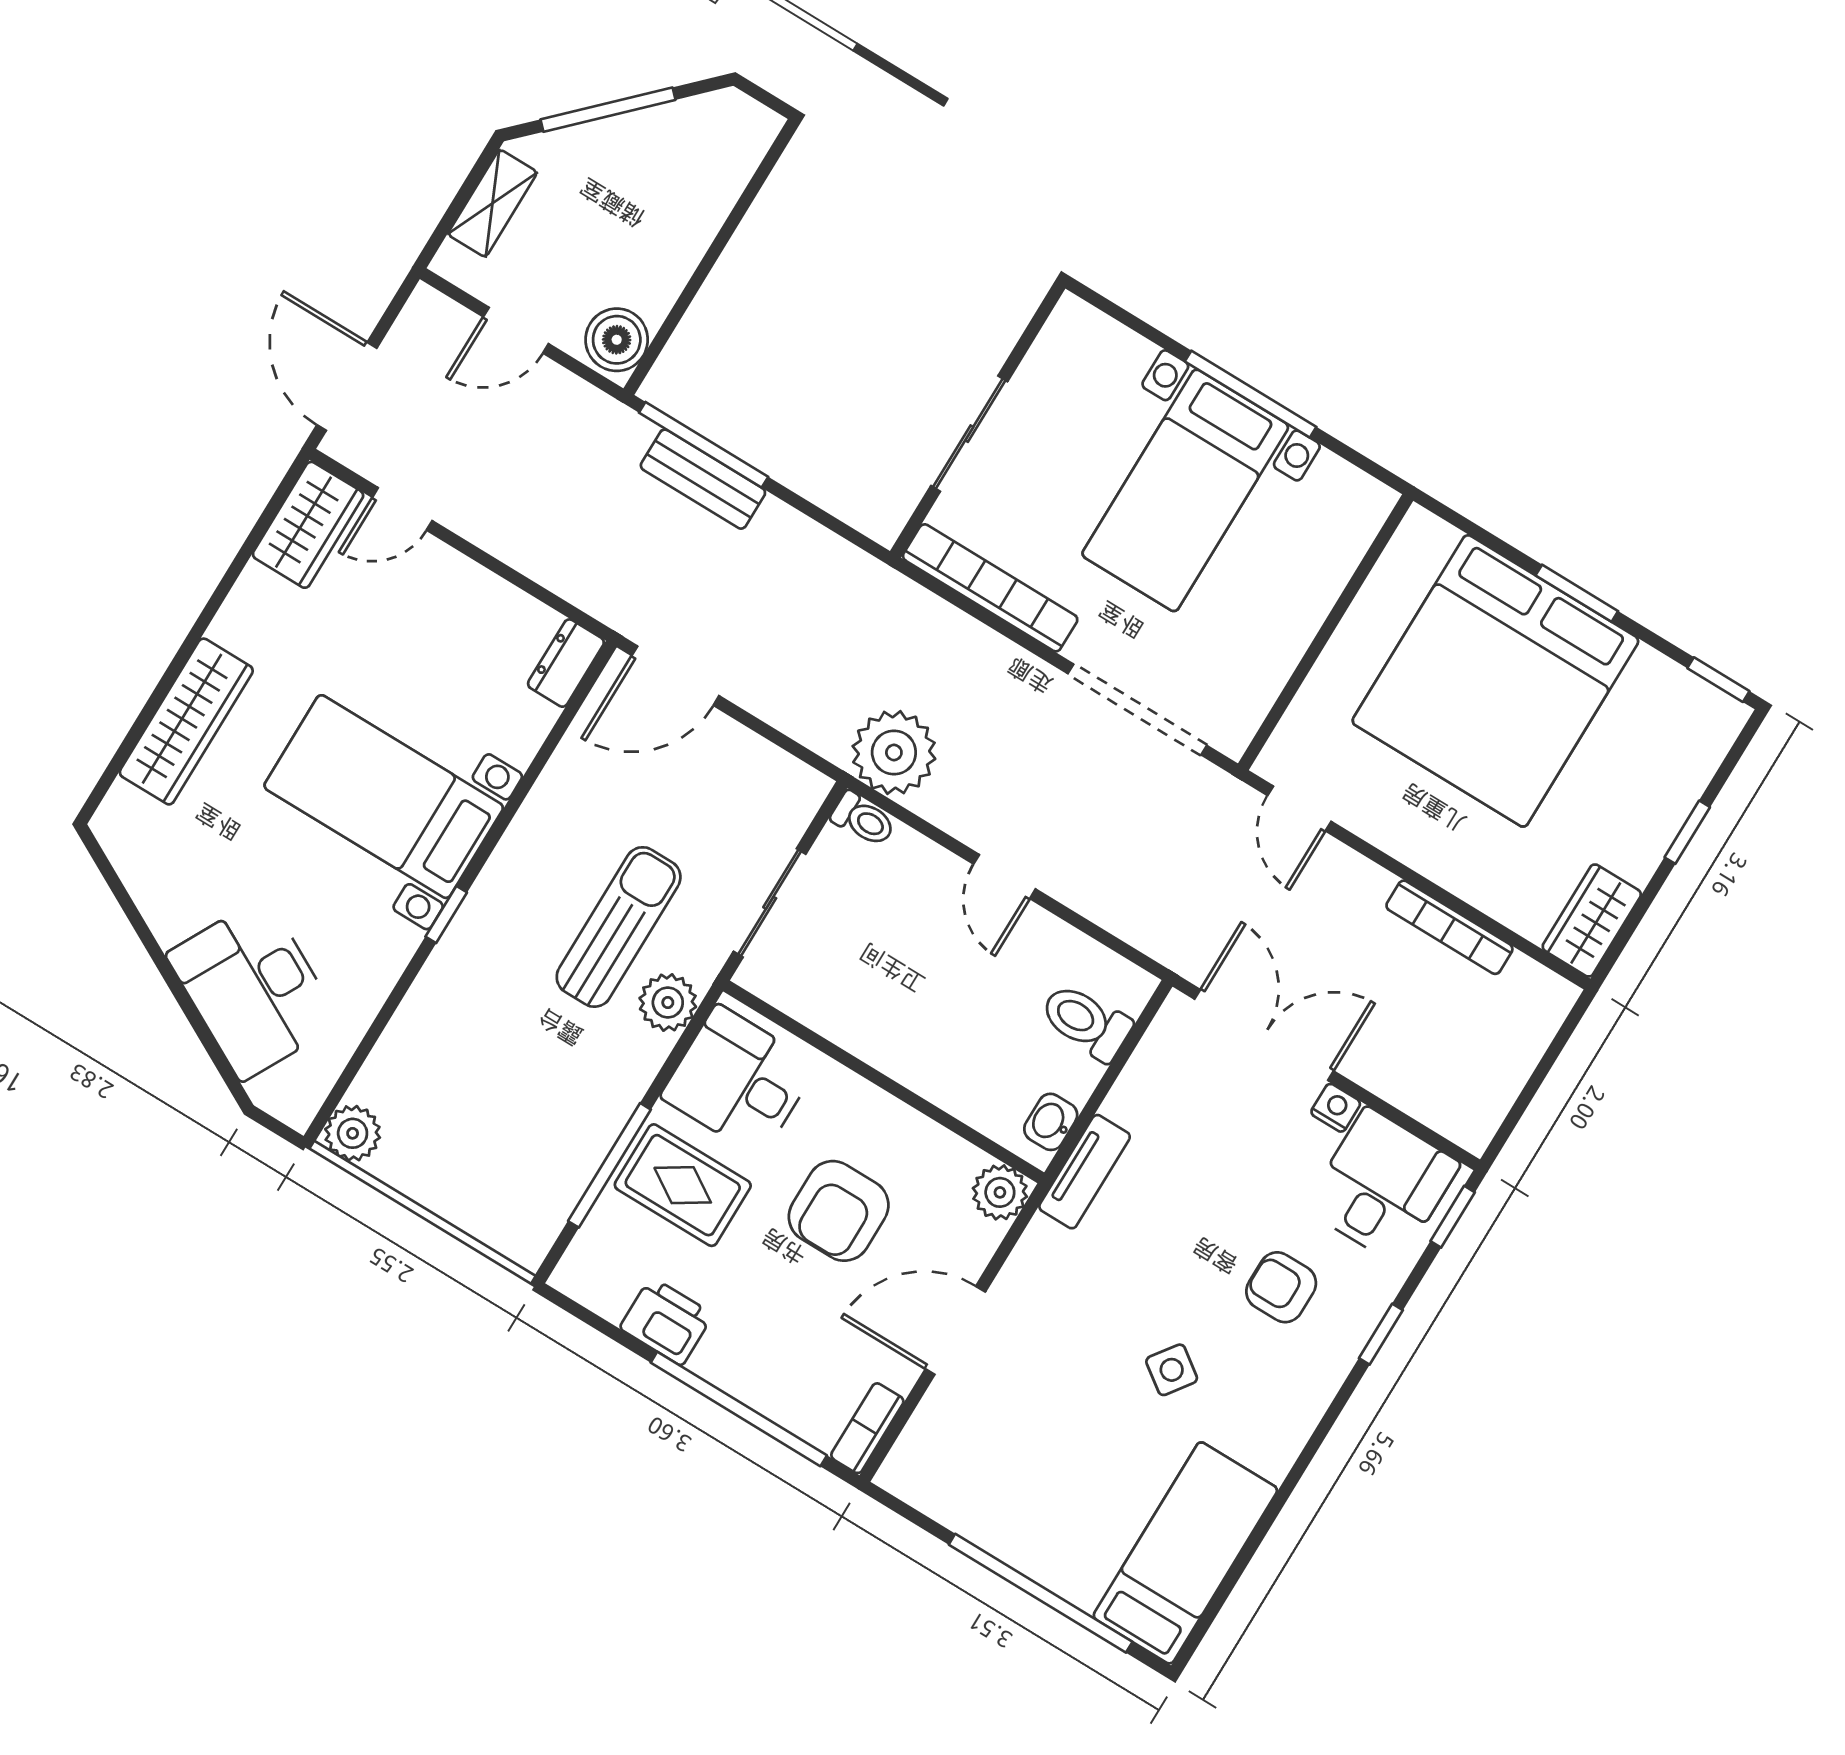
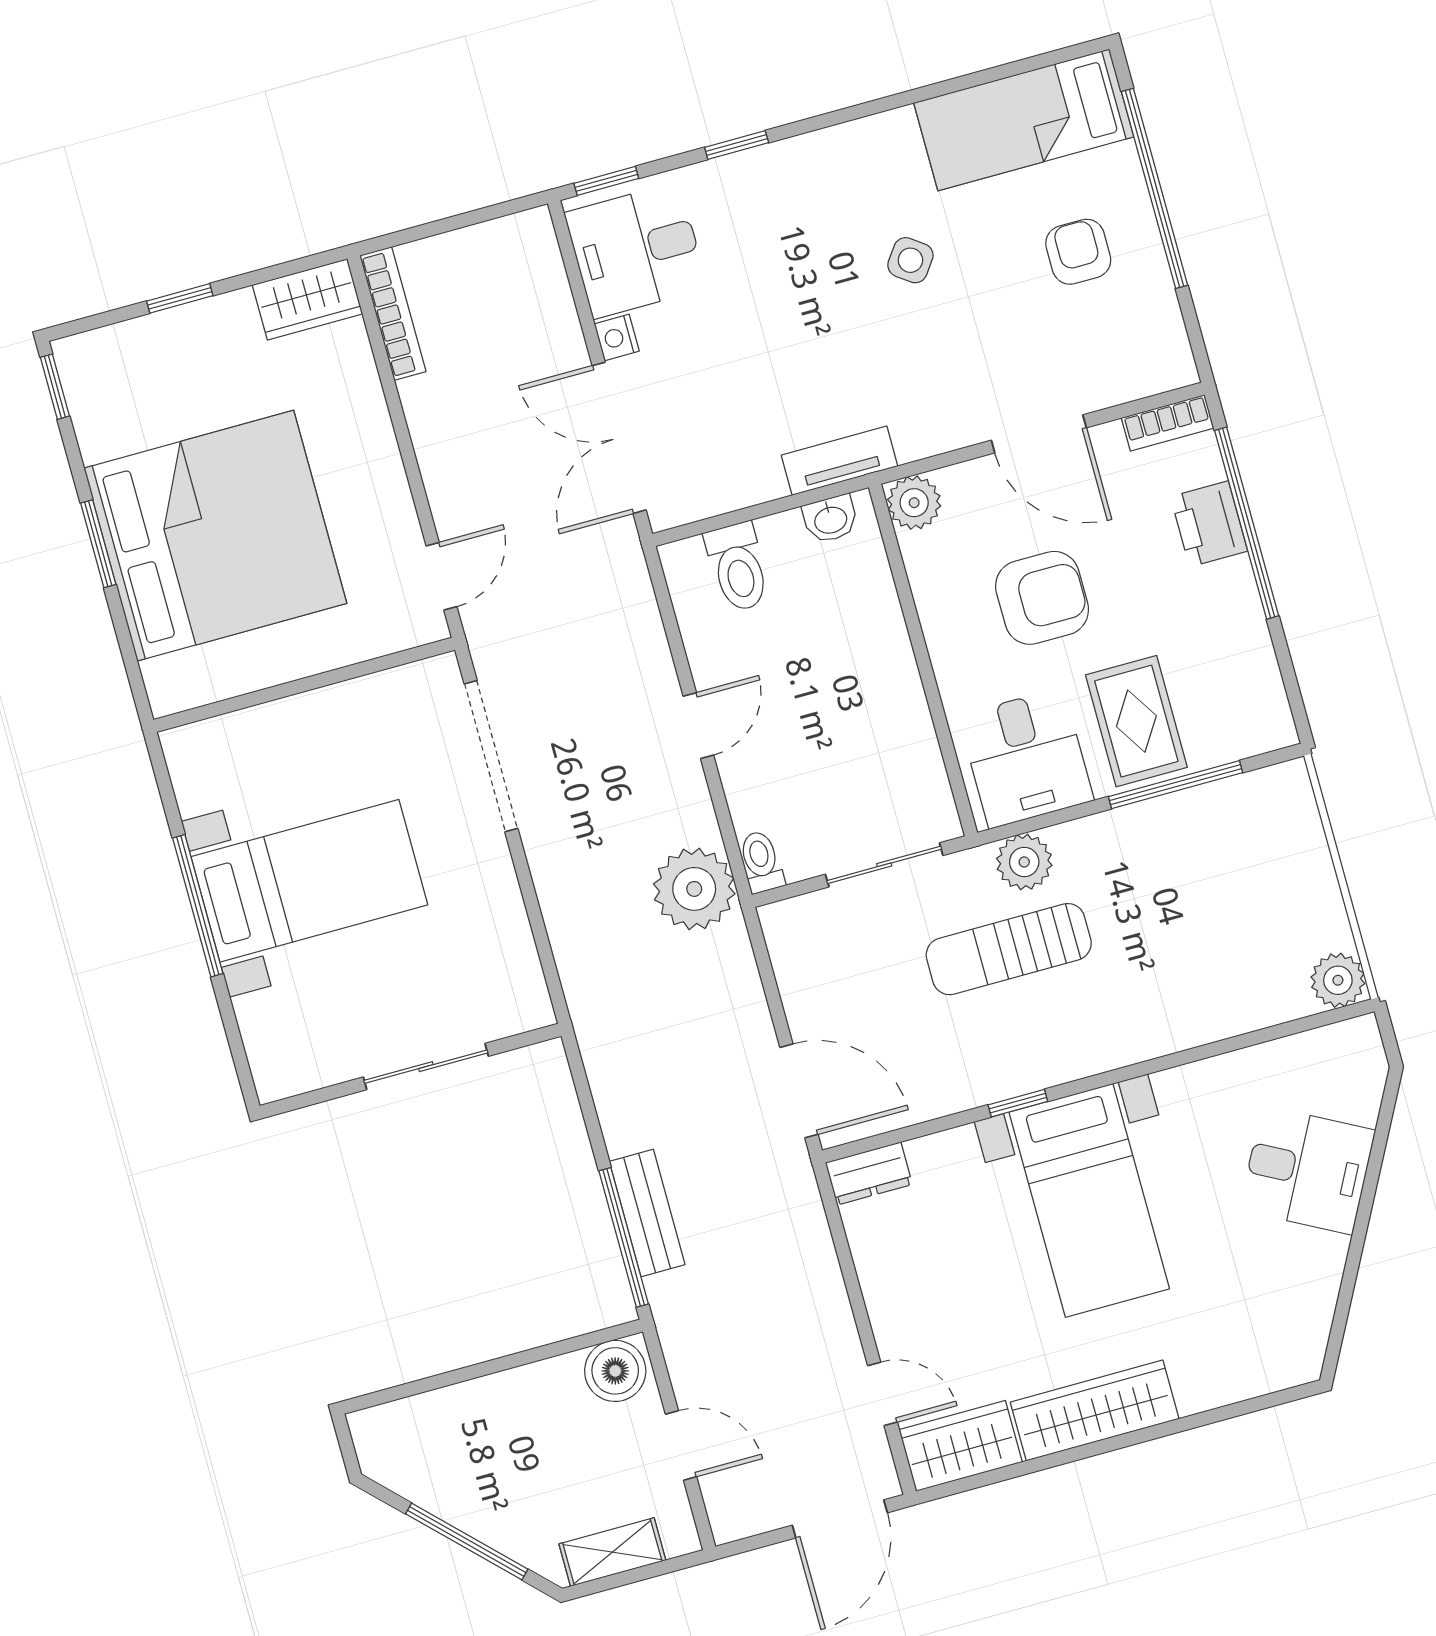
bookcase: (990, 588) -> (515, 942), removed
wardrobe: (186, 721) -> (1095, 1411), moved
window: (446, 915) -> (1018, 1103), moved
bookcase: (1449, 927) -> (393, 313), moved
desk: (253, 989) -> (1307, 1170), width x0.73
armchair: (1281, 1287) -> (1078, 252), moved, turned 180
printer: (666, 1321) -> (1209, 524), moved

